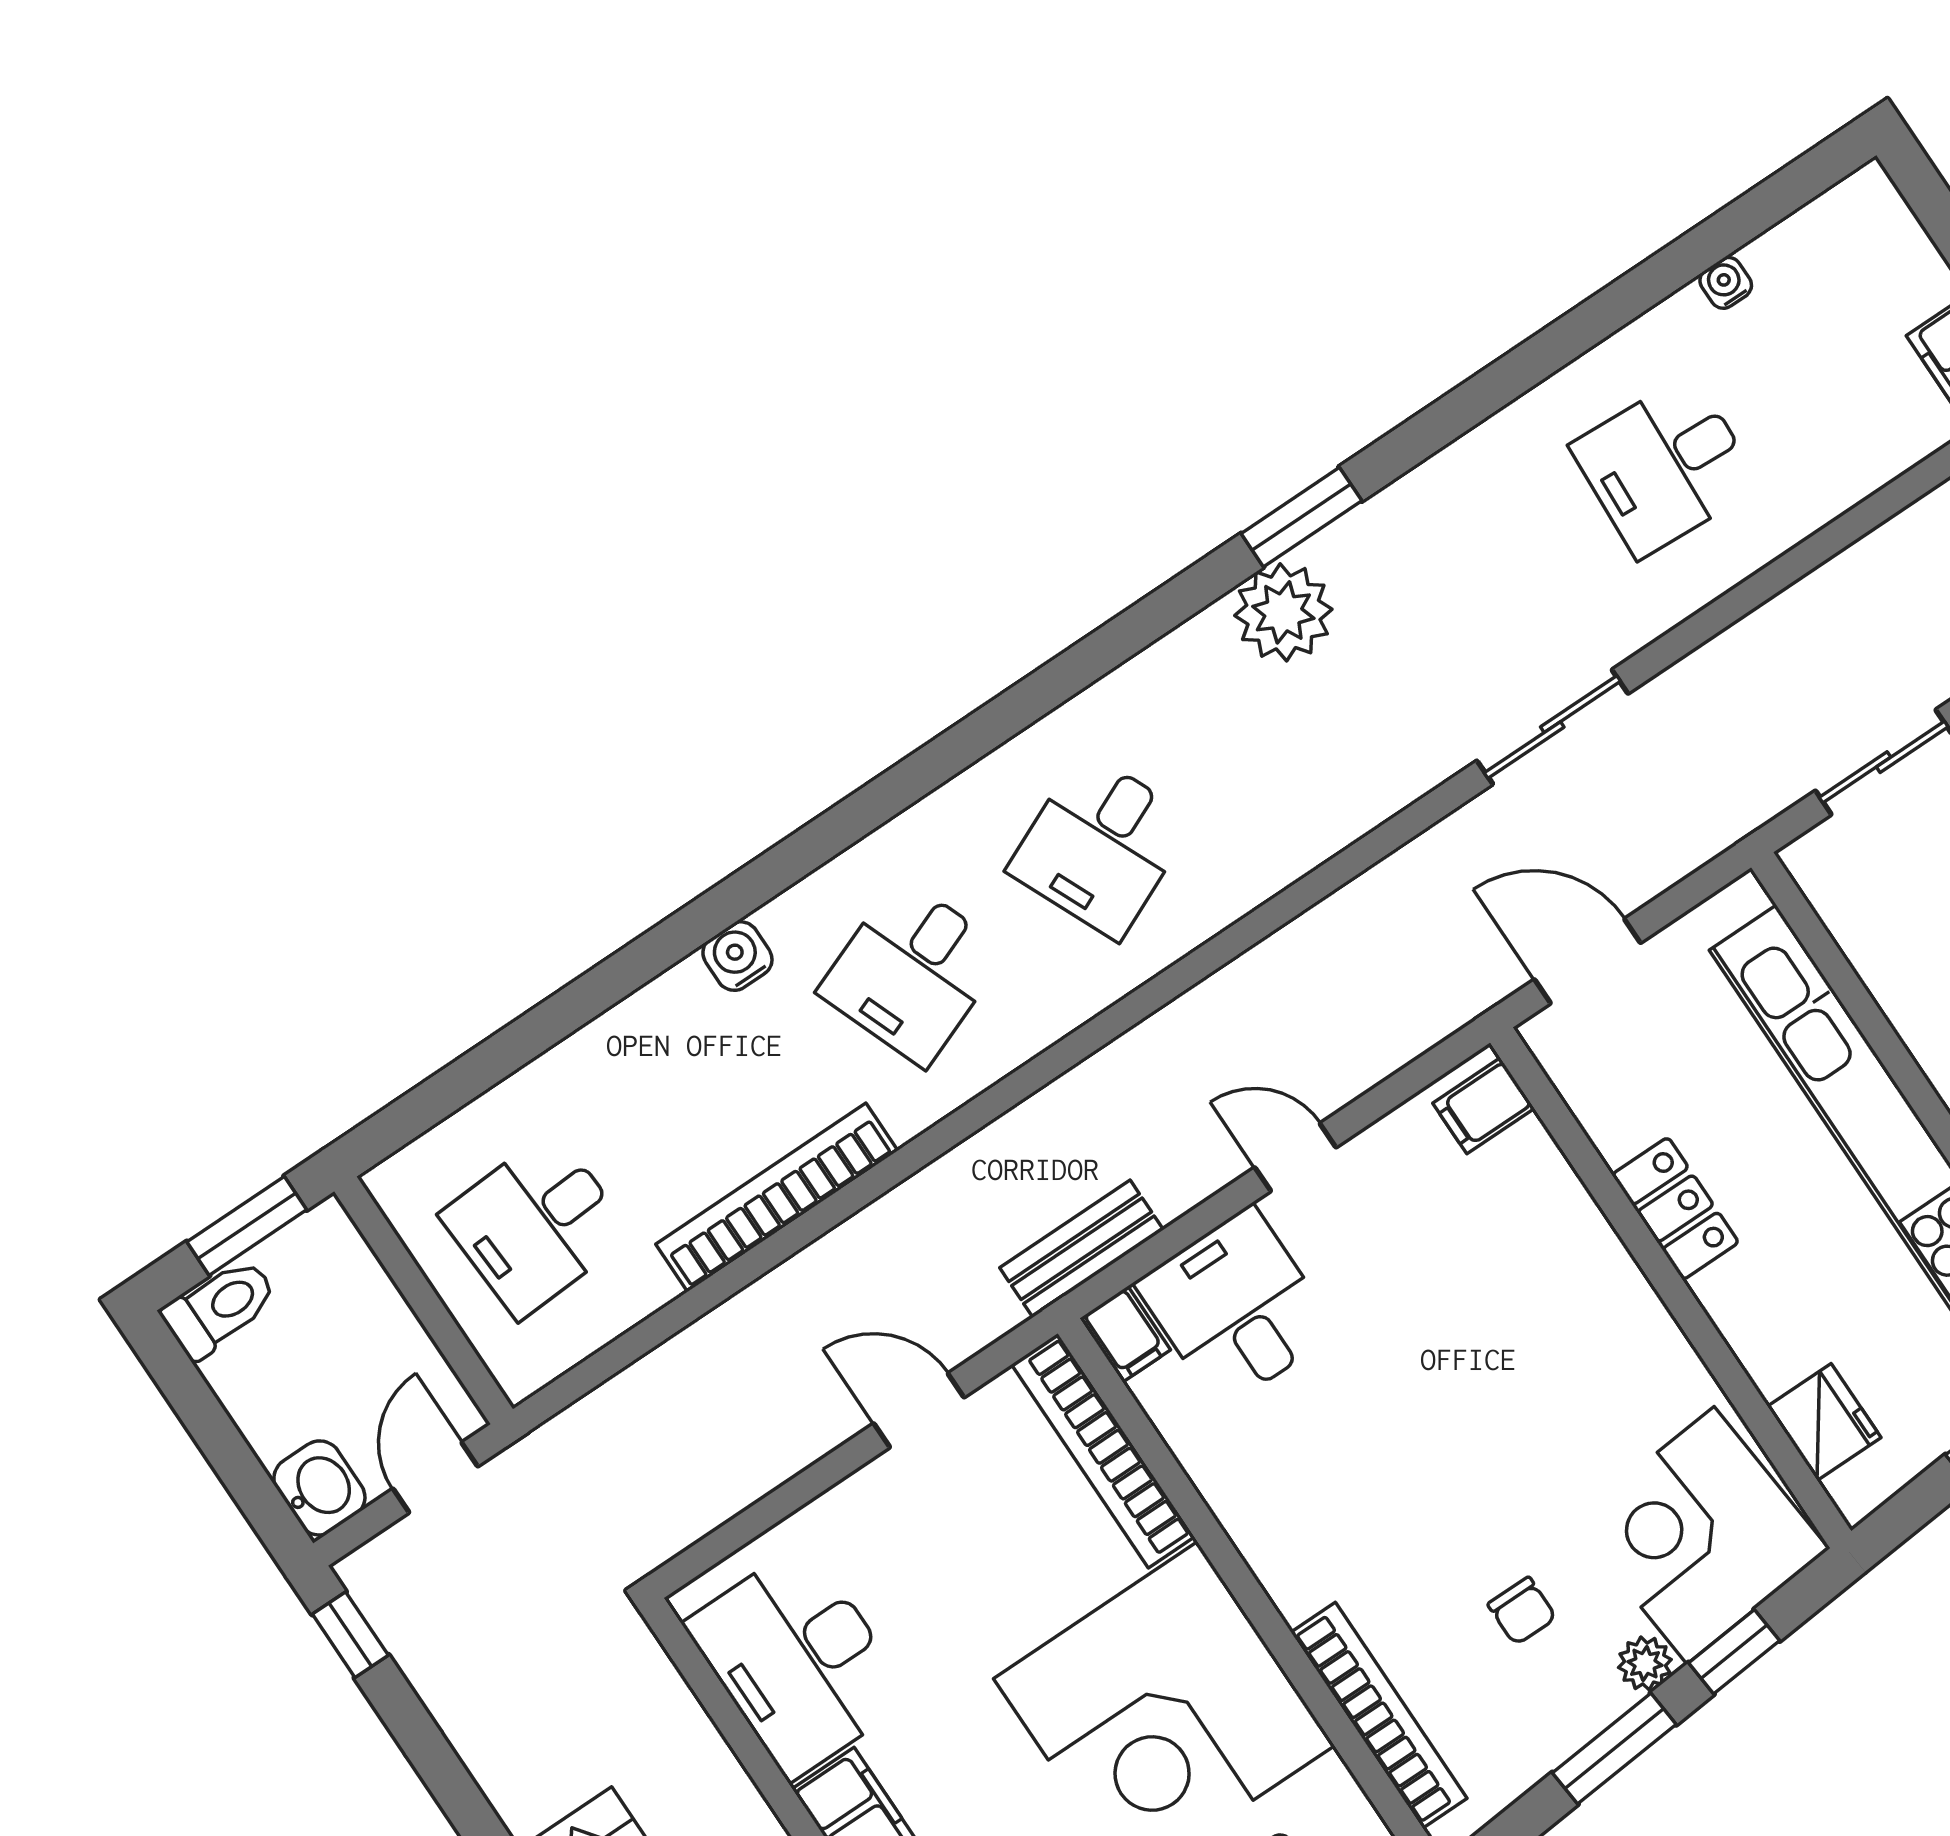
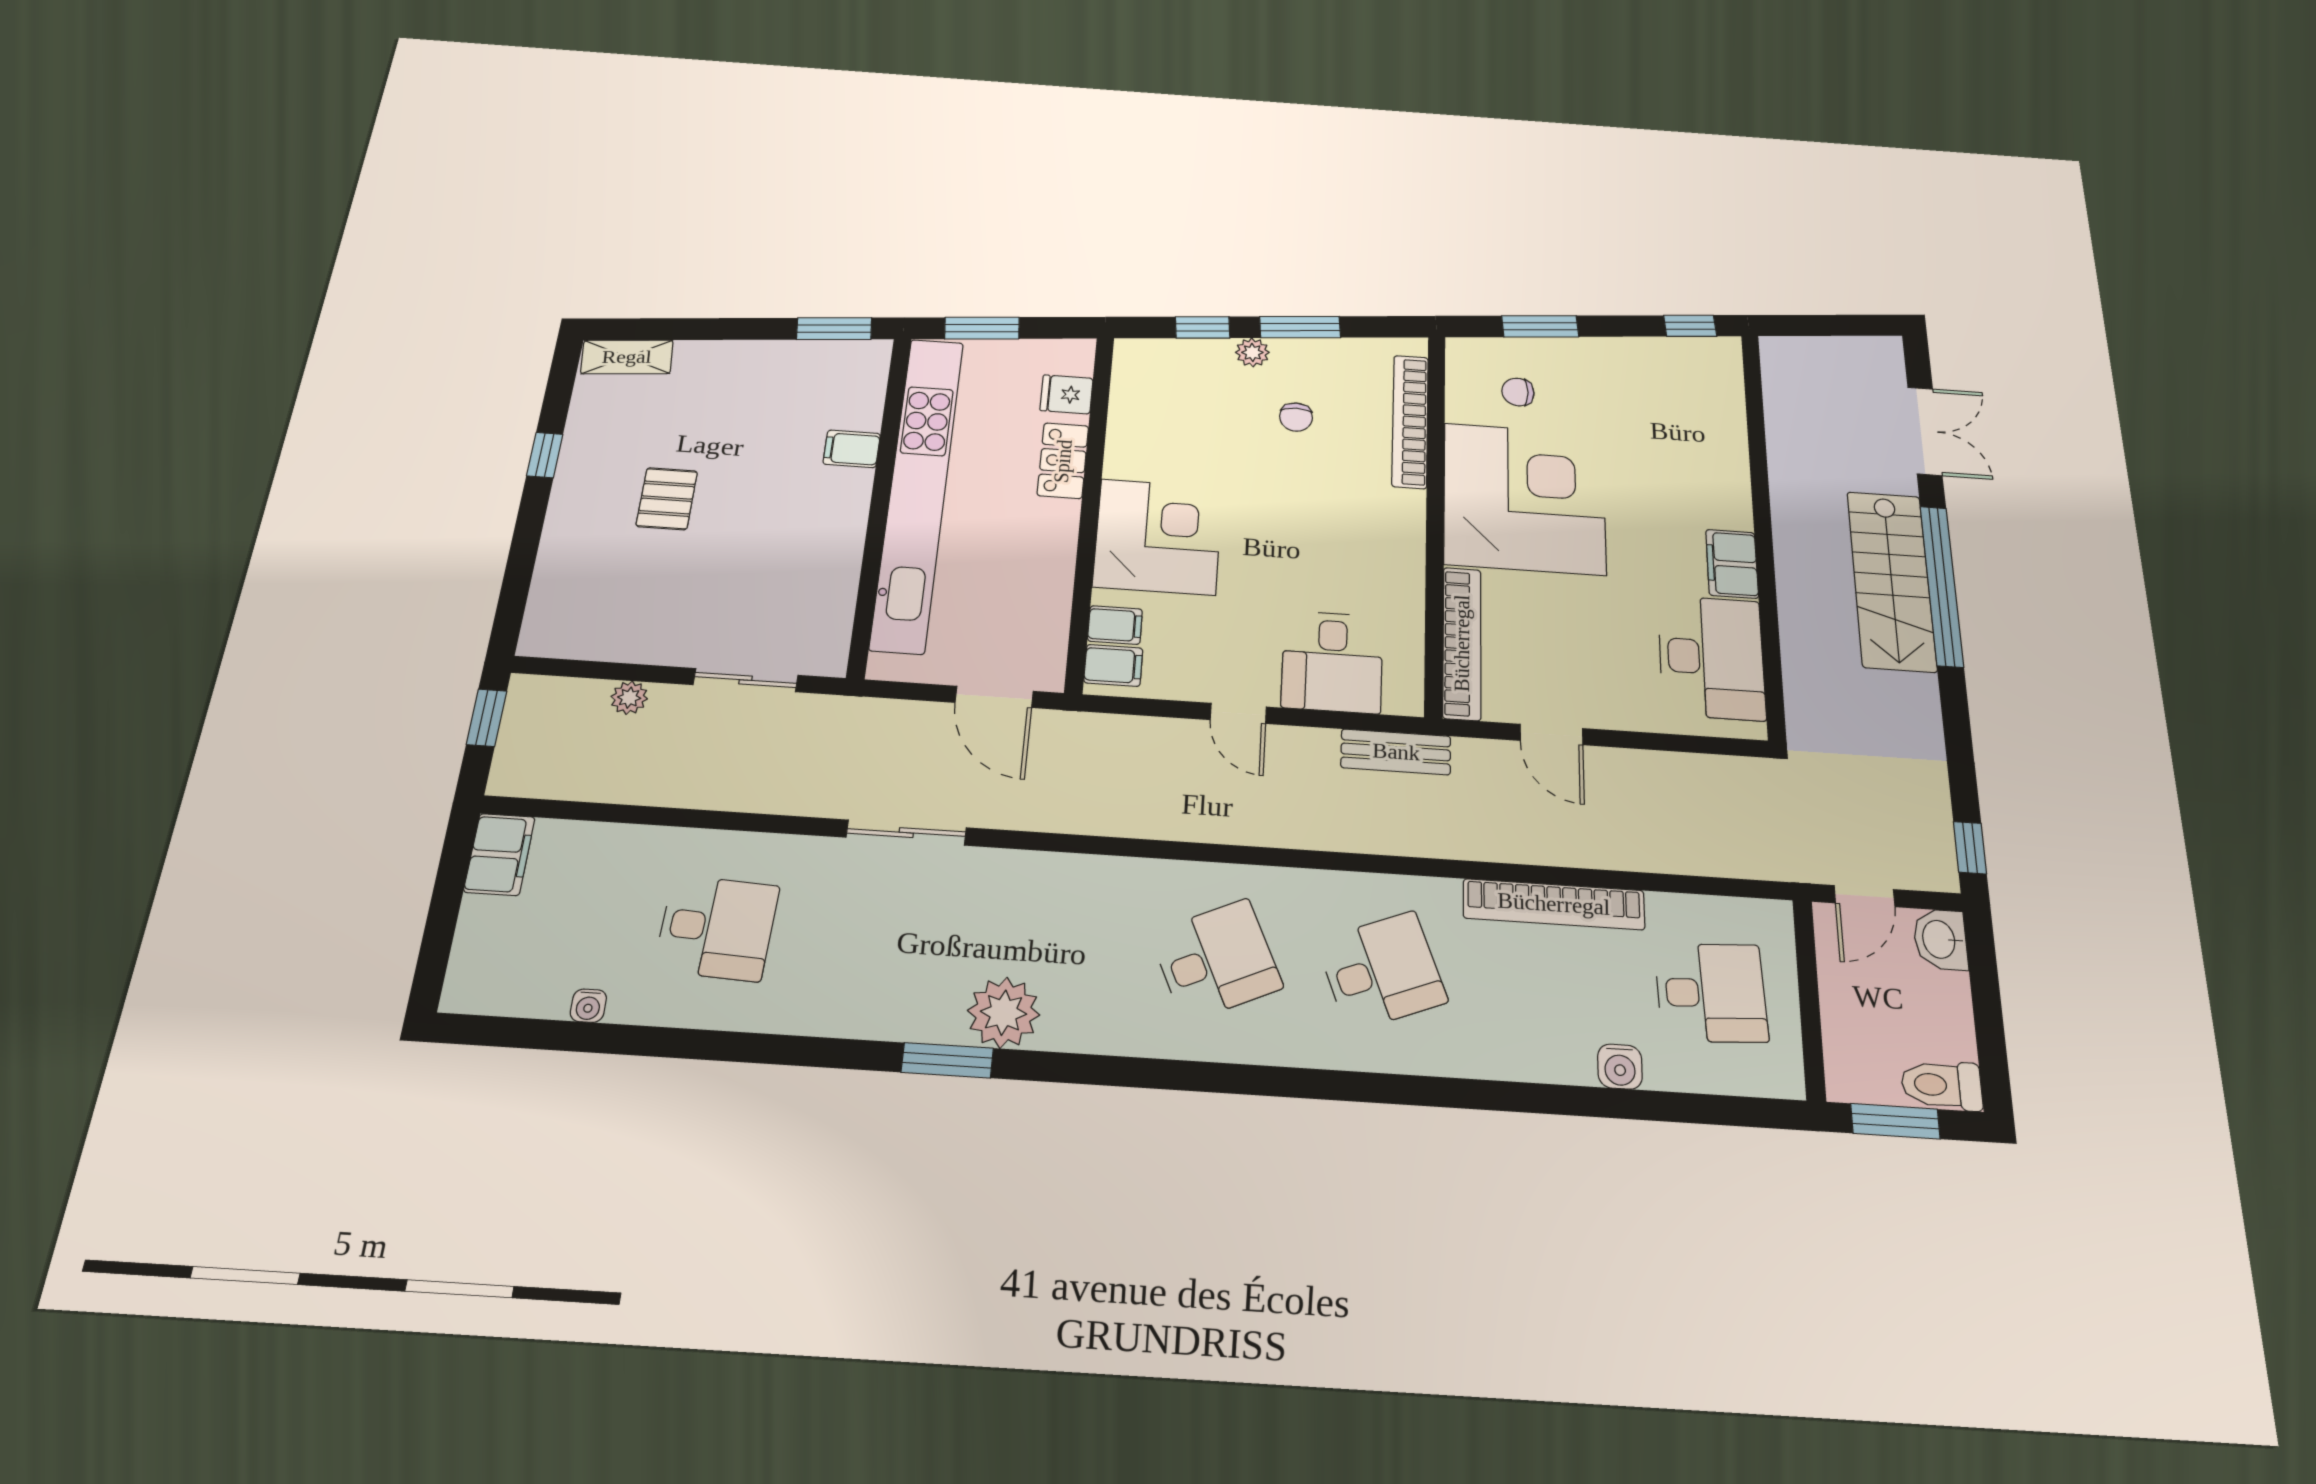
water cooler: (737, 956) -> (1620, 1067), moved
locker: (1675, 1209) -> (1063, 461), moved
filing cabinet: (1125, 1334) -> (1115, 625), moved, turned 90
fridge: (1824, 1422) -> (1066, 394), width x0.72
corner desk: (1701, 1535) -> (1158, 537), moved, turned -85
chair: (1522, 1611) -> (1296, 417), turned 180

